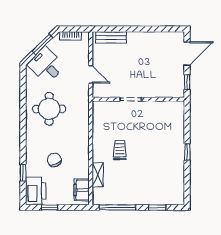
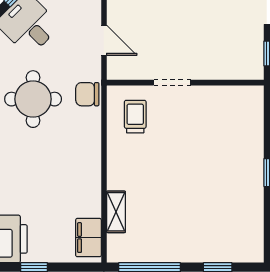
trolley: (120, 150) -> (135, 117), moved
chair: (54, 160) -> (87, 94), moved, turned -68

